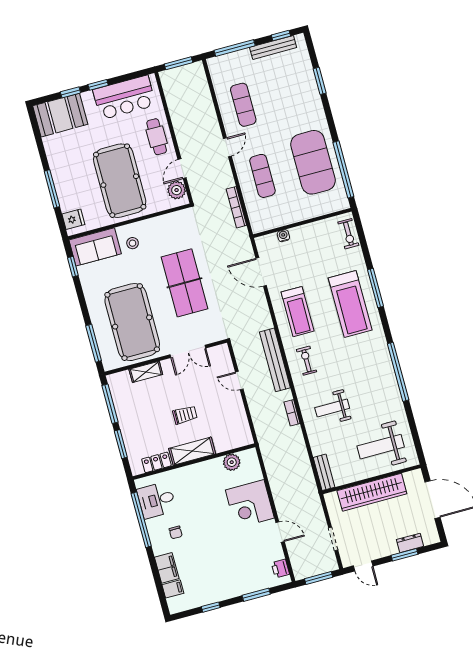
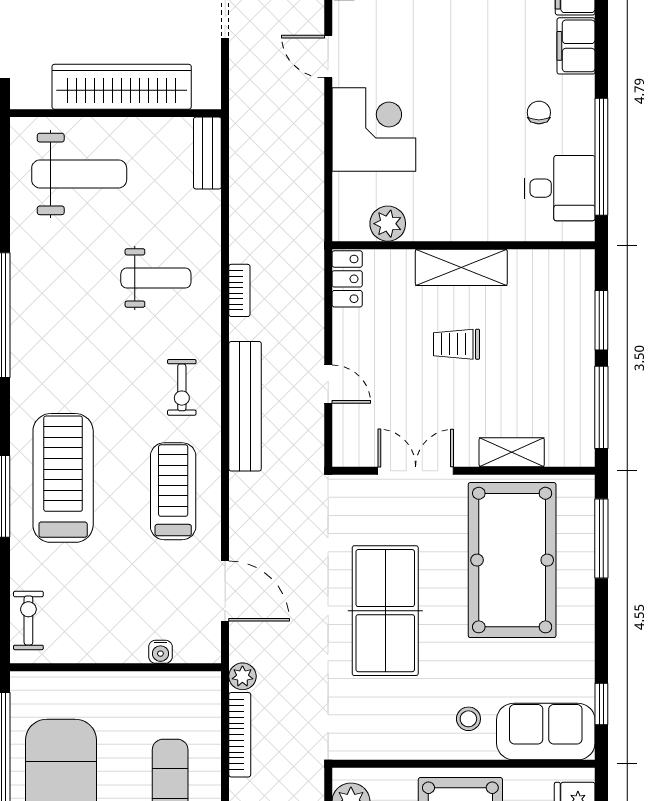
plant: (242, 235) -> (242, 676), added
locker: (156, 462) -> (347, 279), moved, turned -90

